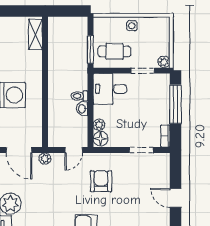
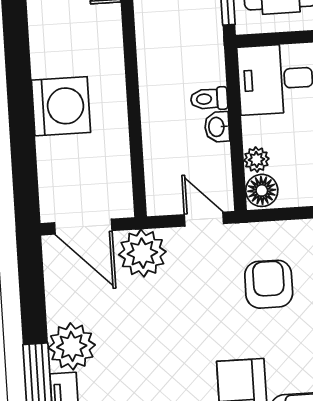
door: (74, 150) -> (204, 219), swing flipped
plant: (45, 159) -> (142, 253), width x1.87, depth x1.87

